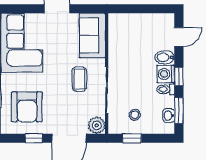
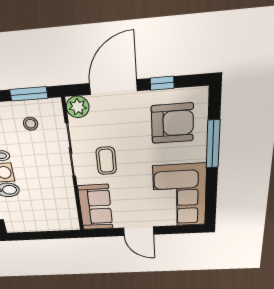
armchair: (27, 107) -> (172, 123), turned 90
window: (132, 138) -> (29, 94), width x1.50

